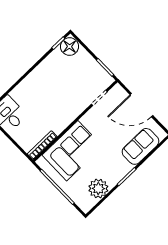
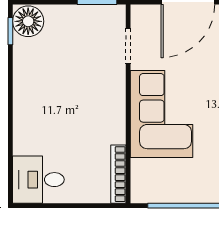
corner sofa: (72, 151) -> (161, 114), moved

